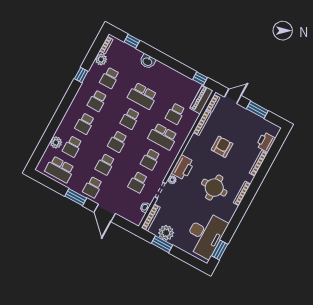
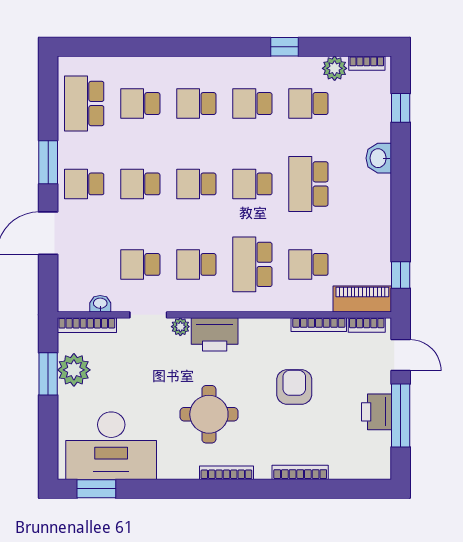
window: (257, 110) -> (401, 415), width x1.44
plant: (56, 142) -> (131, 69), removed
printer: (266, 142) -> (377, 412), moved, turned -90
armchair: (222, 147) -> (294, 387), turned -90

